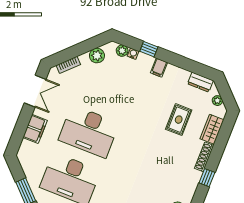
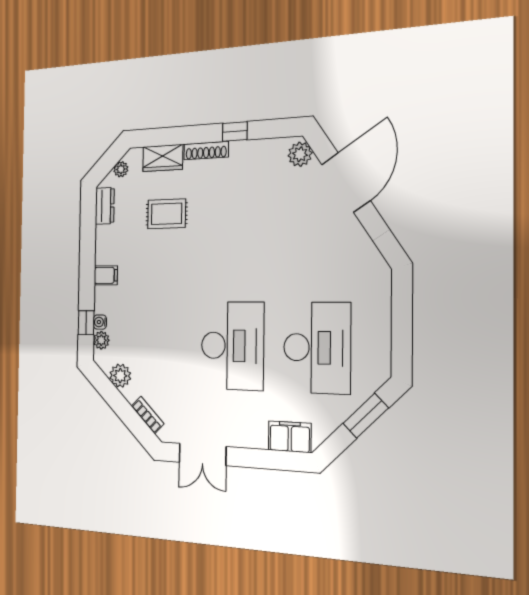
window: (149, 49) -> (86, 323), moved
double door: (35, 91) -> (202, 454), swing flipped
filing cabinet: (35, 129) -> (290, 437), moved

